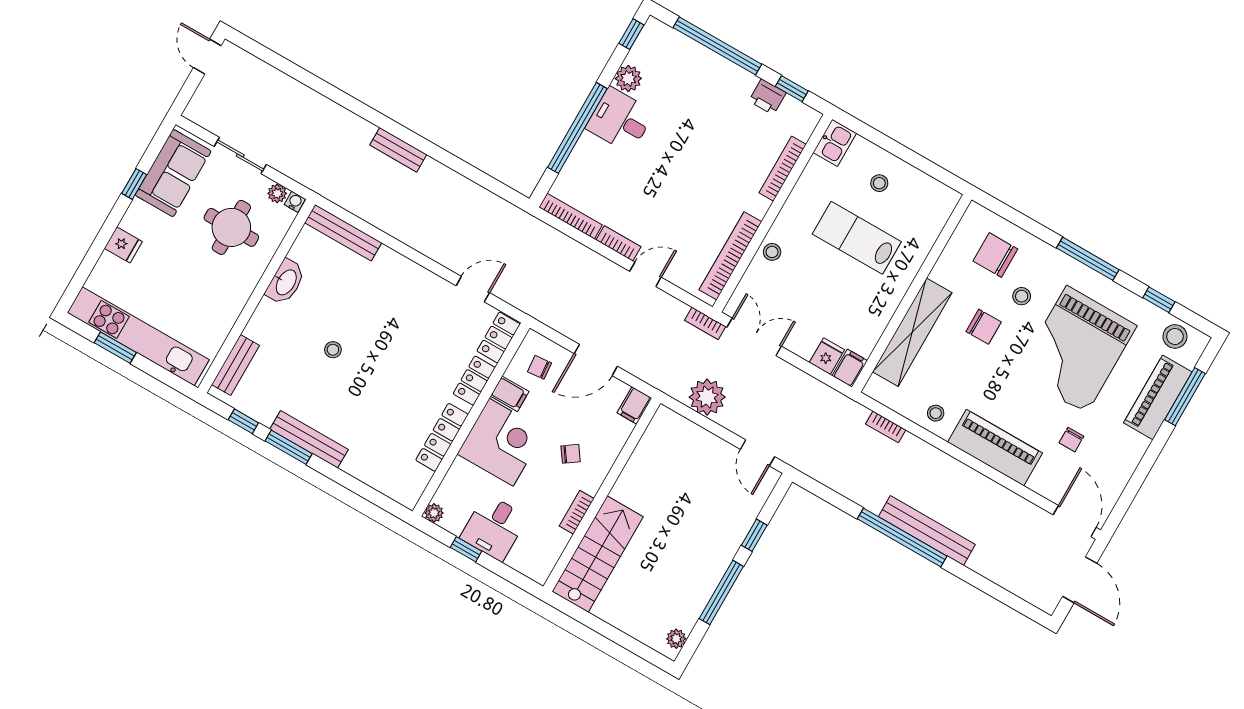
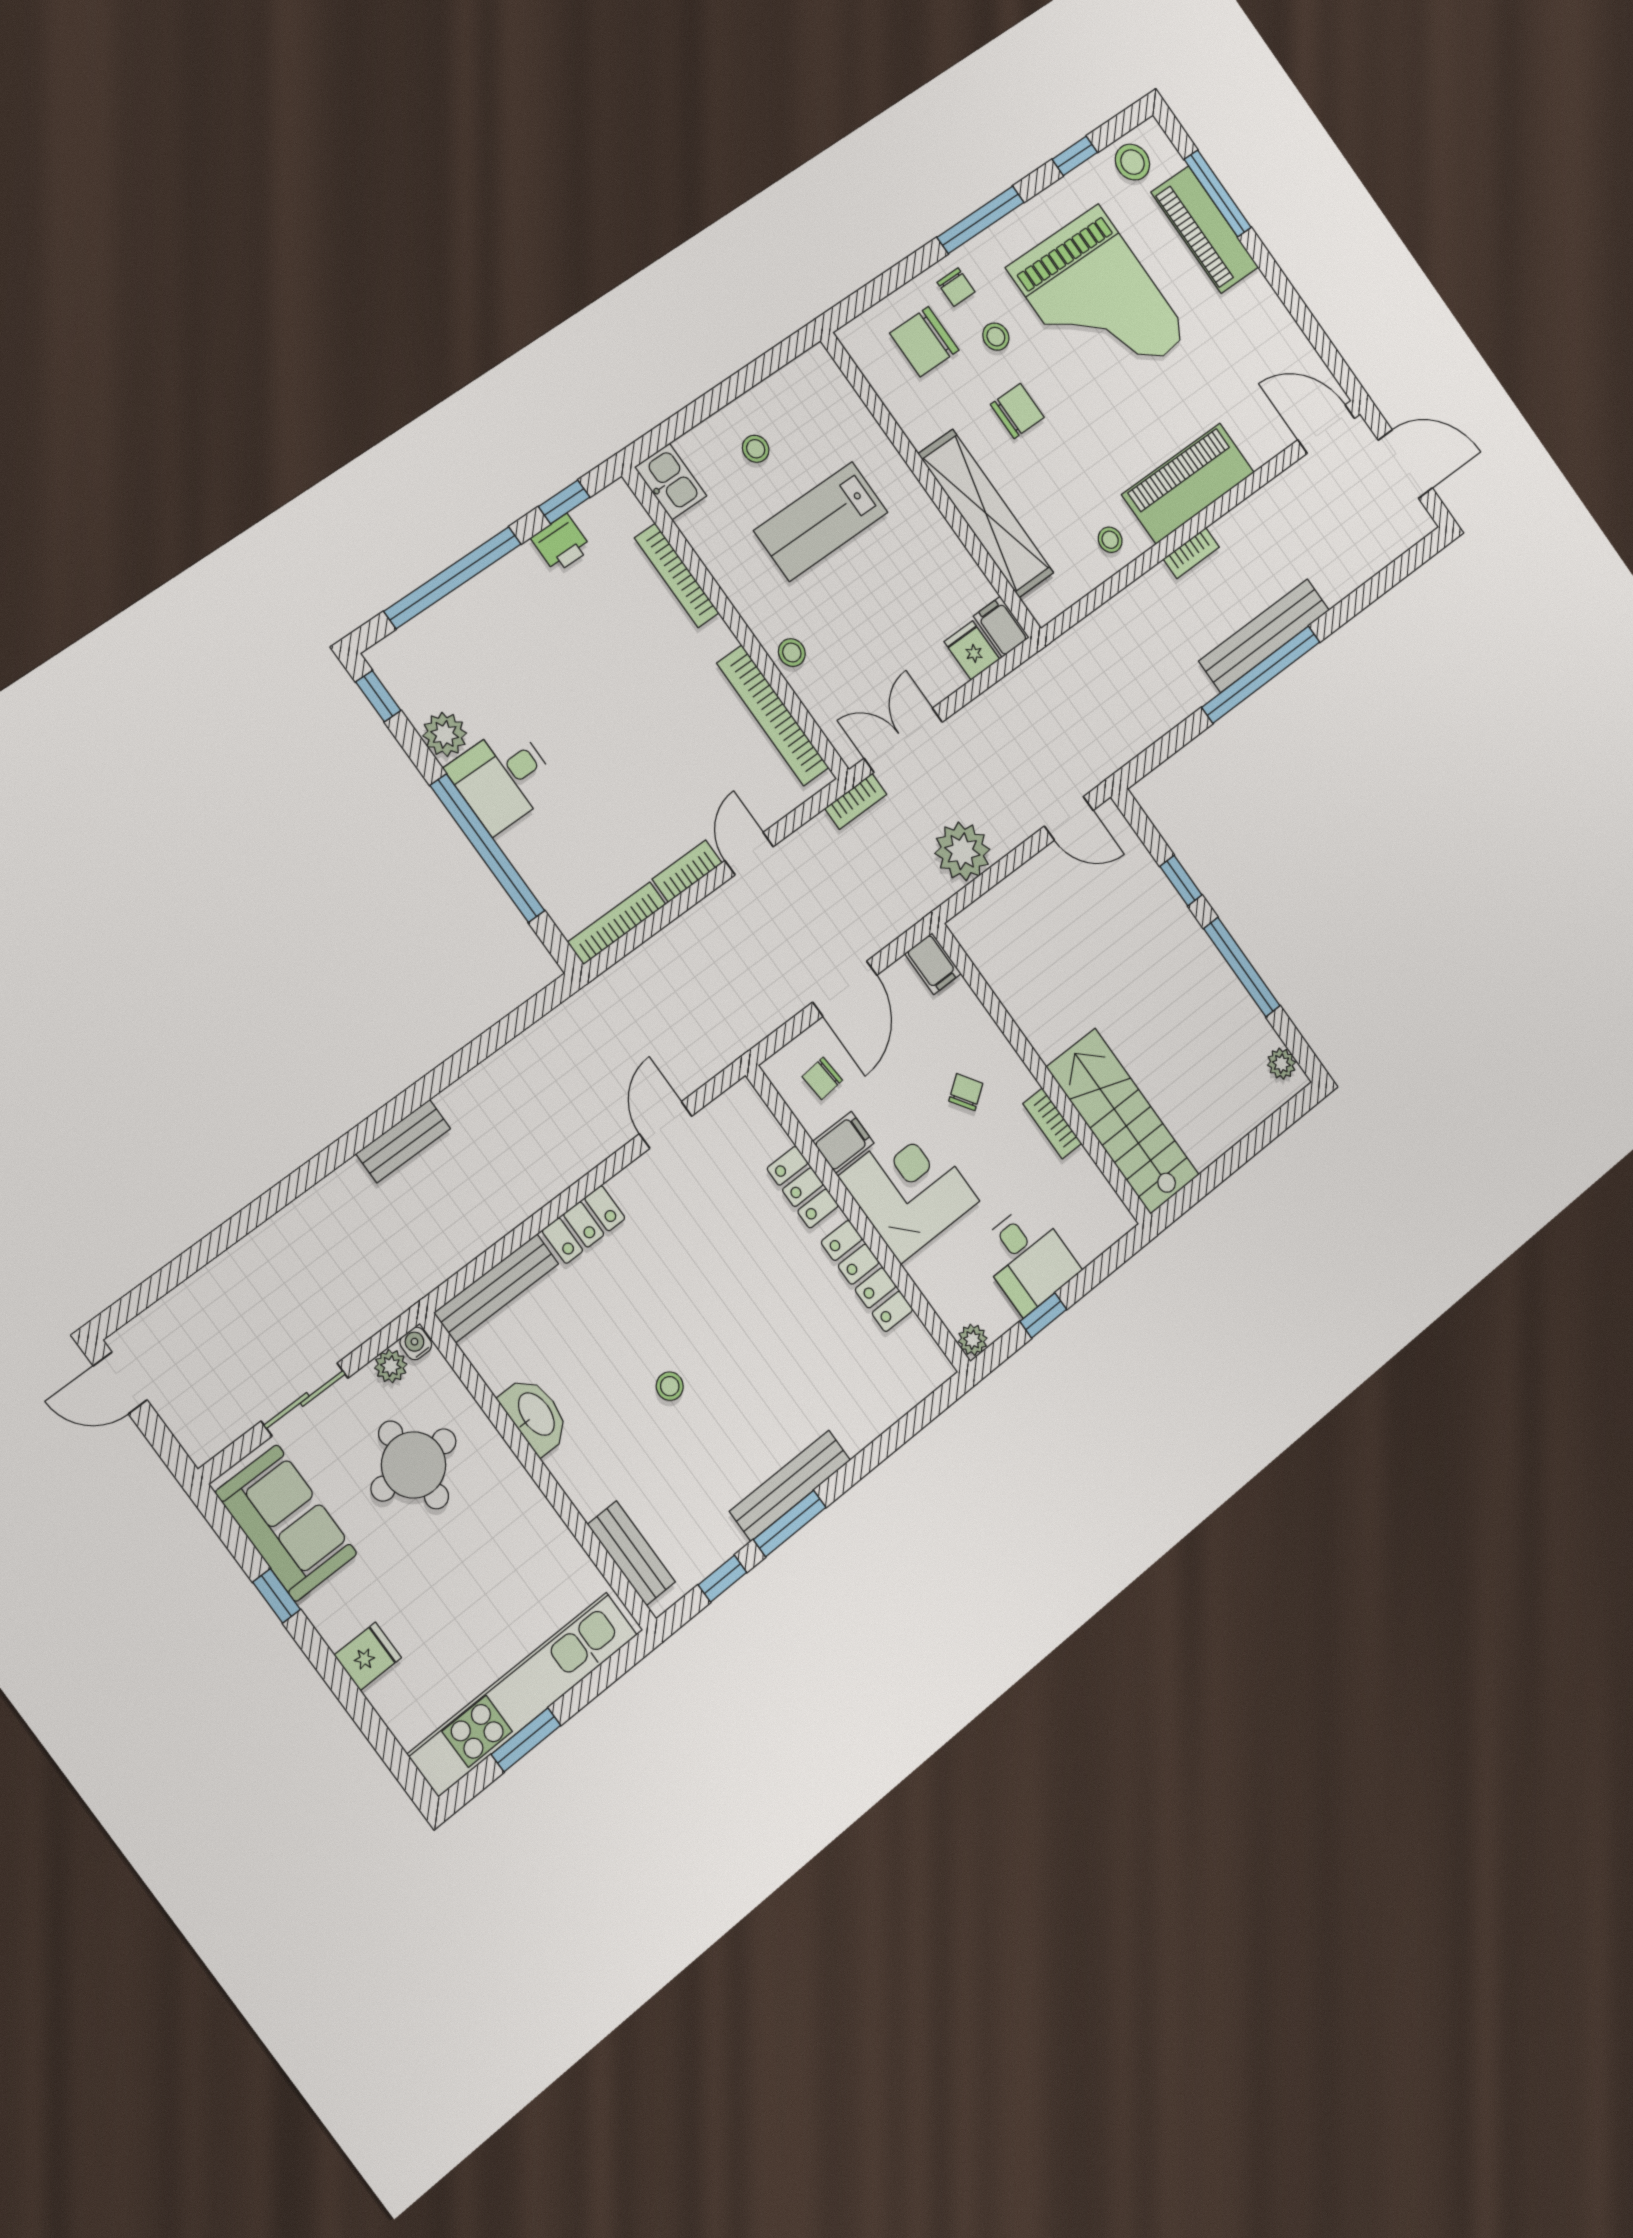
locker: (498, 338) -> (584, 1224), moved, turned -90
bookcase: (886, 427) -> (1191, 553), moved
chair: (1071, 440) -> (956, 287), moved

